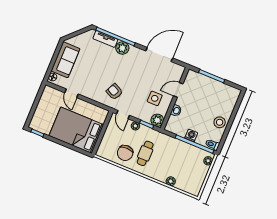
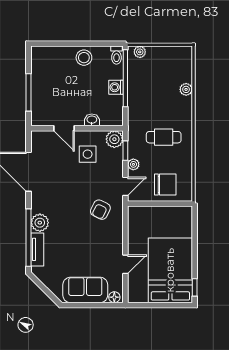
bed: (76, 130) -> (170, 270), moved, turned 180
chair: (125, 153) -> (165, 185), moved

